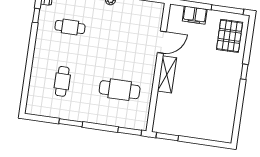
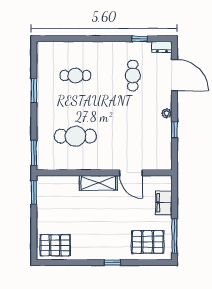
cafe table: (120, 90) -> (75, 136), turned 90
pallet: (220, 124) -> (55, 245), added

